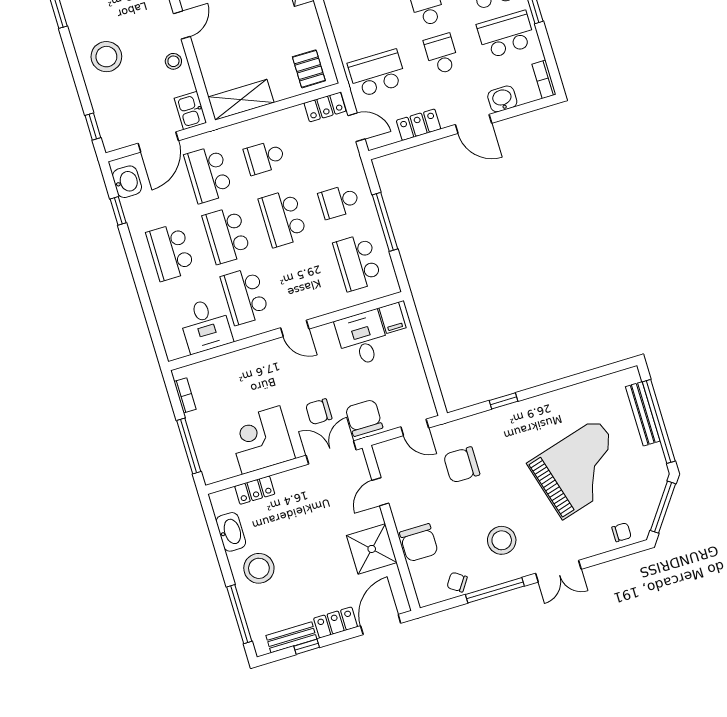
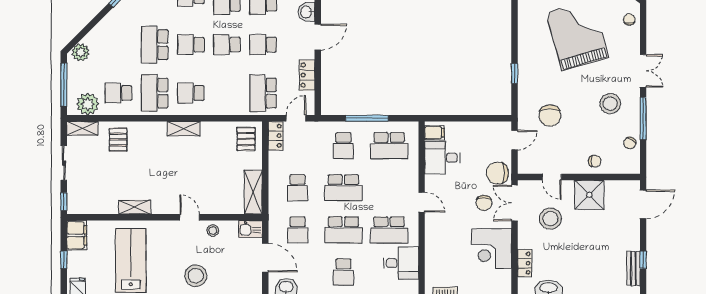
pallet: (309, 69) -> (246, 139), turned 90
school desk: (208, 174) -> (298, 230), width x0.54
school desk: (170, 252) -> (343, 272), width x0.54
door: (295, 328) -> (422, 202), hinge flipped
chair: (419, 543) -> (595, 161), width x0.54, depth x0.54
stool: (259, 568) -> (550, 219), moved
locker: (336, 622) -> (632, 235), removed
door: (381, 625) -> (643, 204), swing flipped

